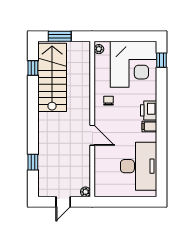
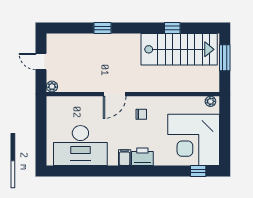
window: (33, 68) -> (172, 28), moved
chair: (108, 101) -> (141, 114), moved
window: (33, 162) -> (102, 28), moved

